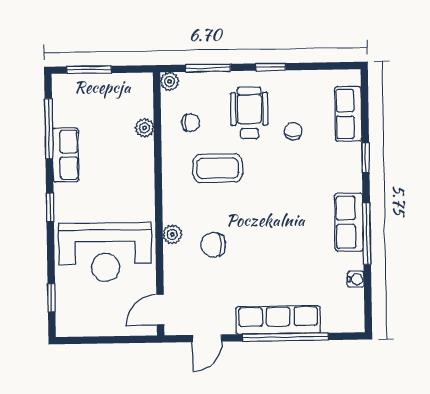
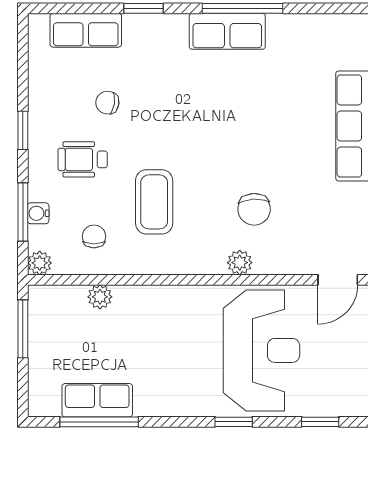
window: (89, 70) -> (23, 329), moved
wheelchair: (249, 113) -> (83, 159), width x0.73, depth x0.73
row of seats: (66, 155) -> (97, 400), moved
window: (50, 207) -> (234, 422), moved
water cooler: (356, 279) -> (38, 213), moved, turned -90
door: (160, 310) -> (338, 280), hinge flipped

